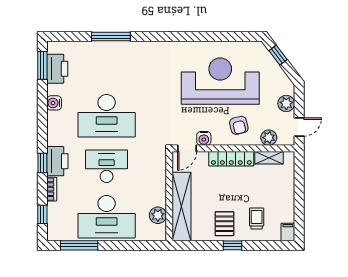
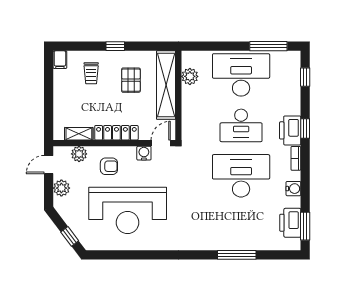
armchair: (239, 125) -> (109, 166), turned 104
bookcase: (52, 189) -> (296, 158), moved
pallet: (224, 224) -> (131, 80), moved

